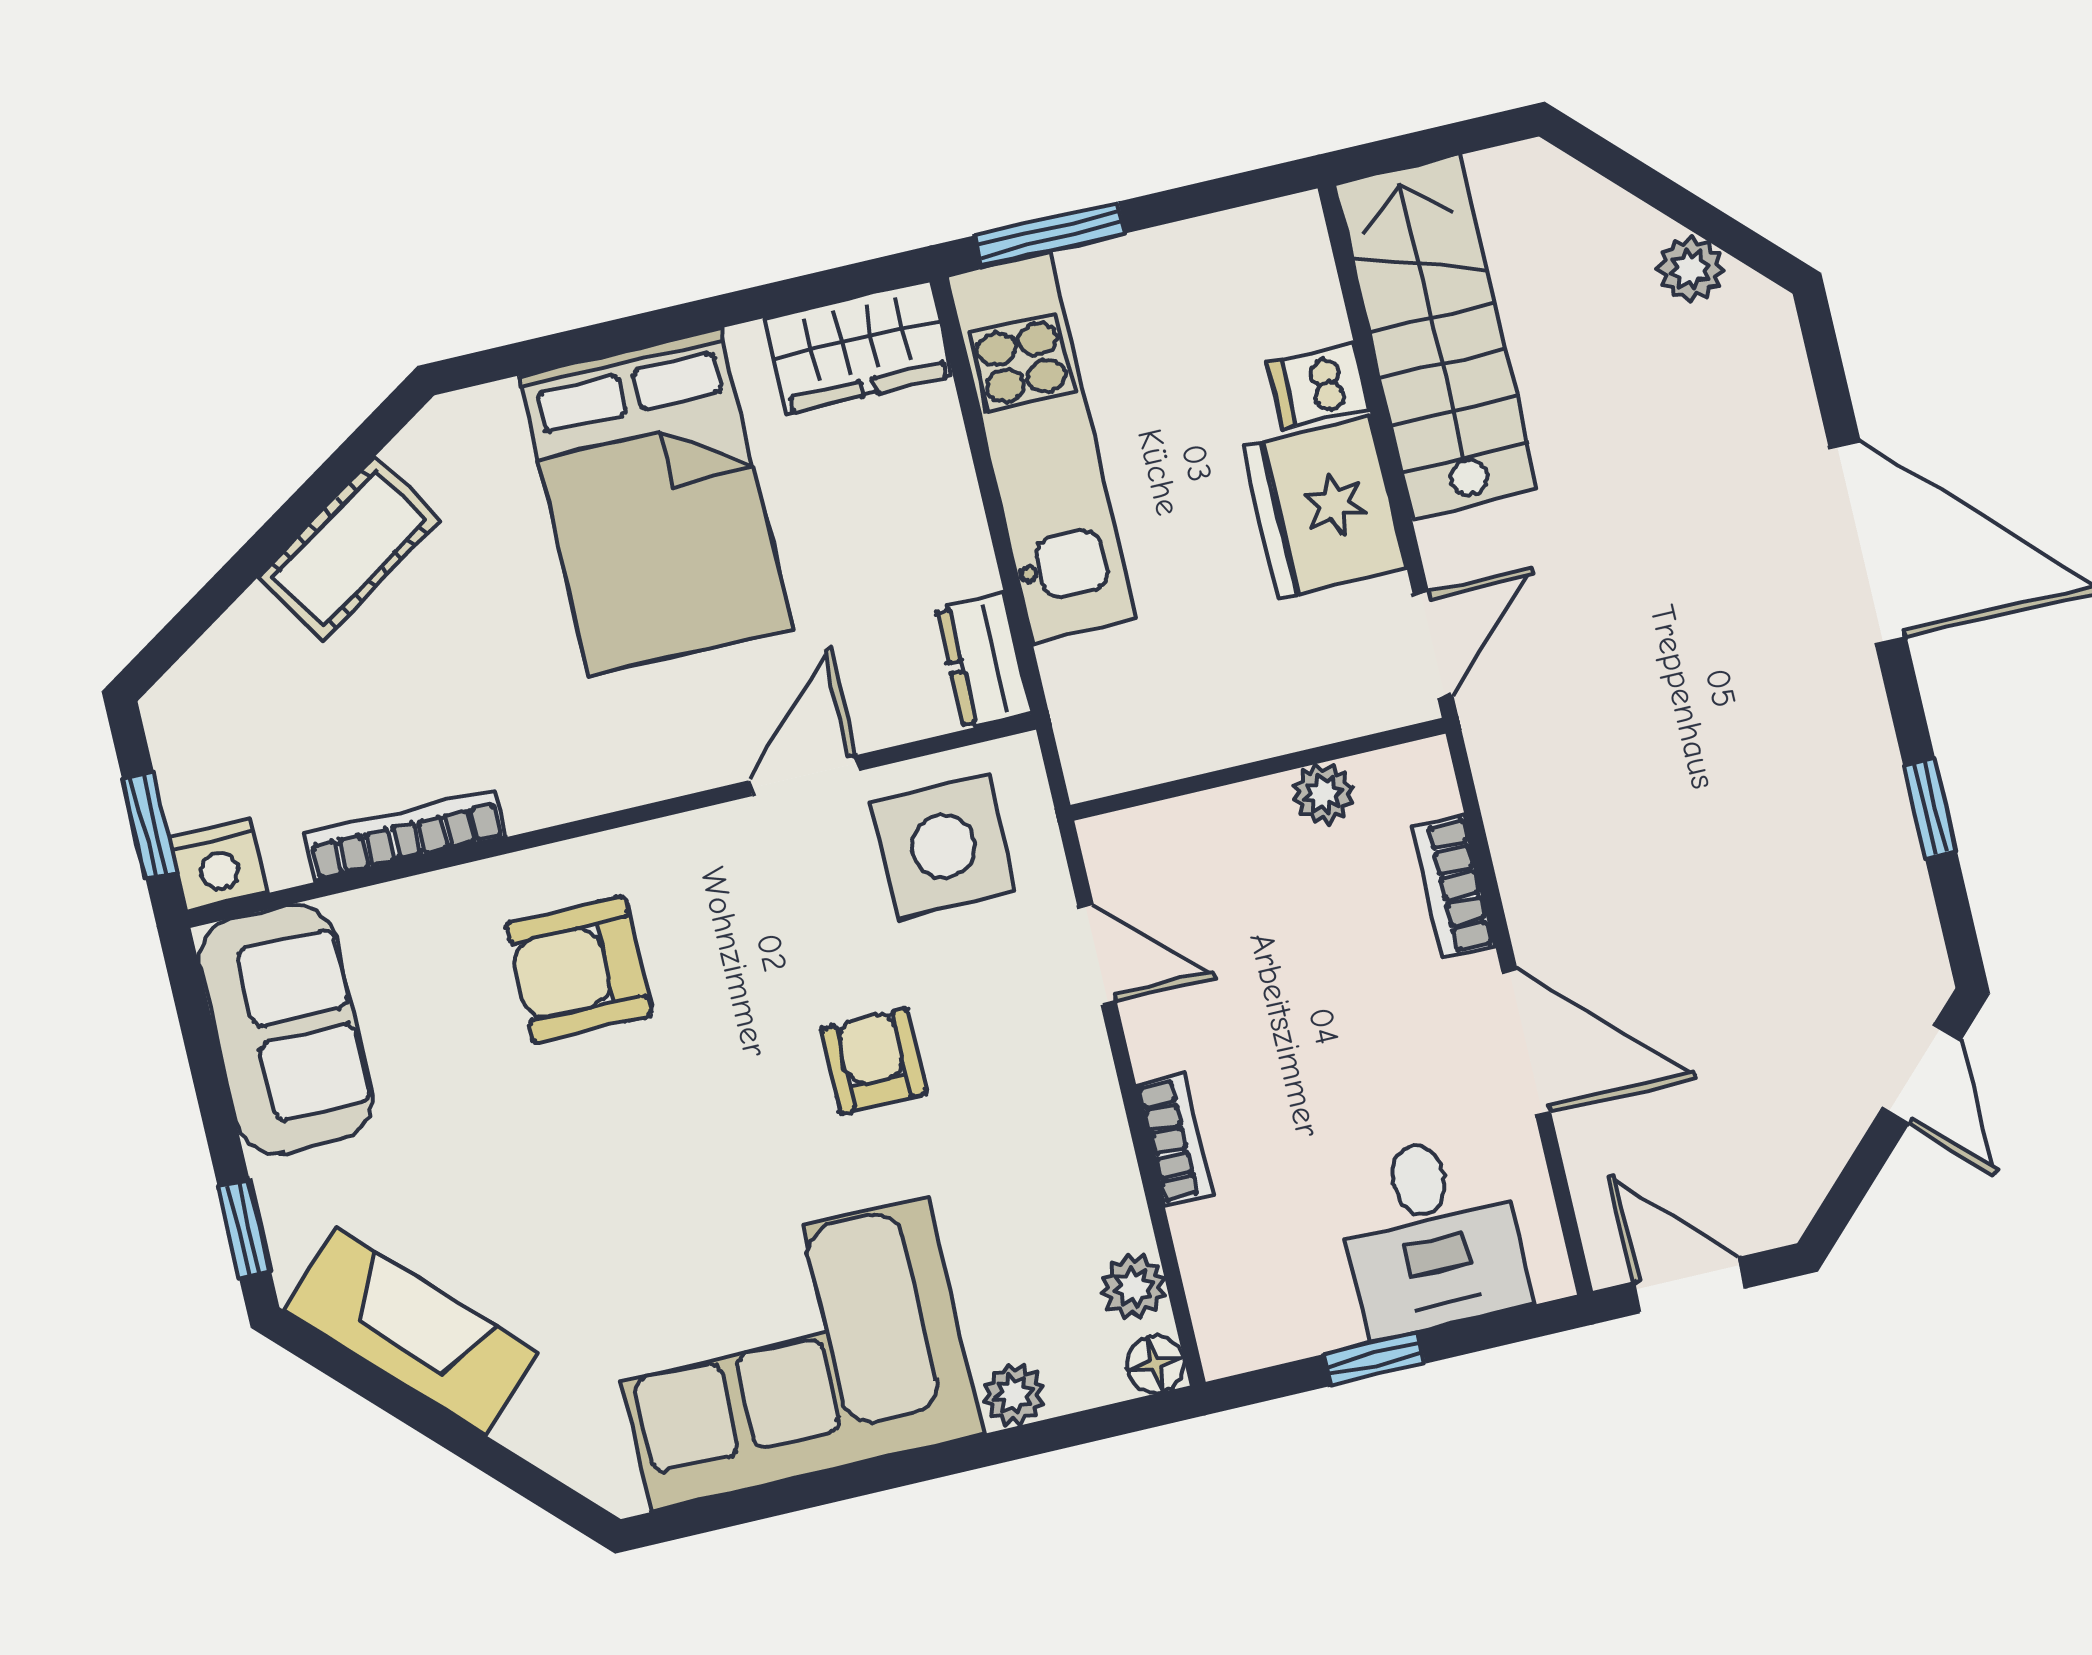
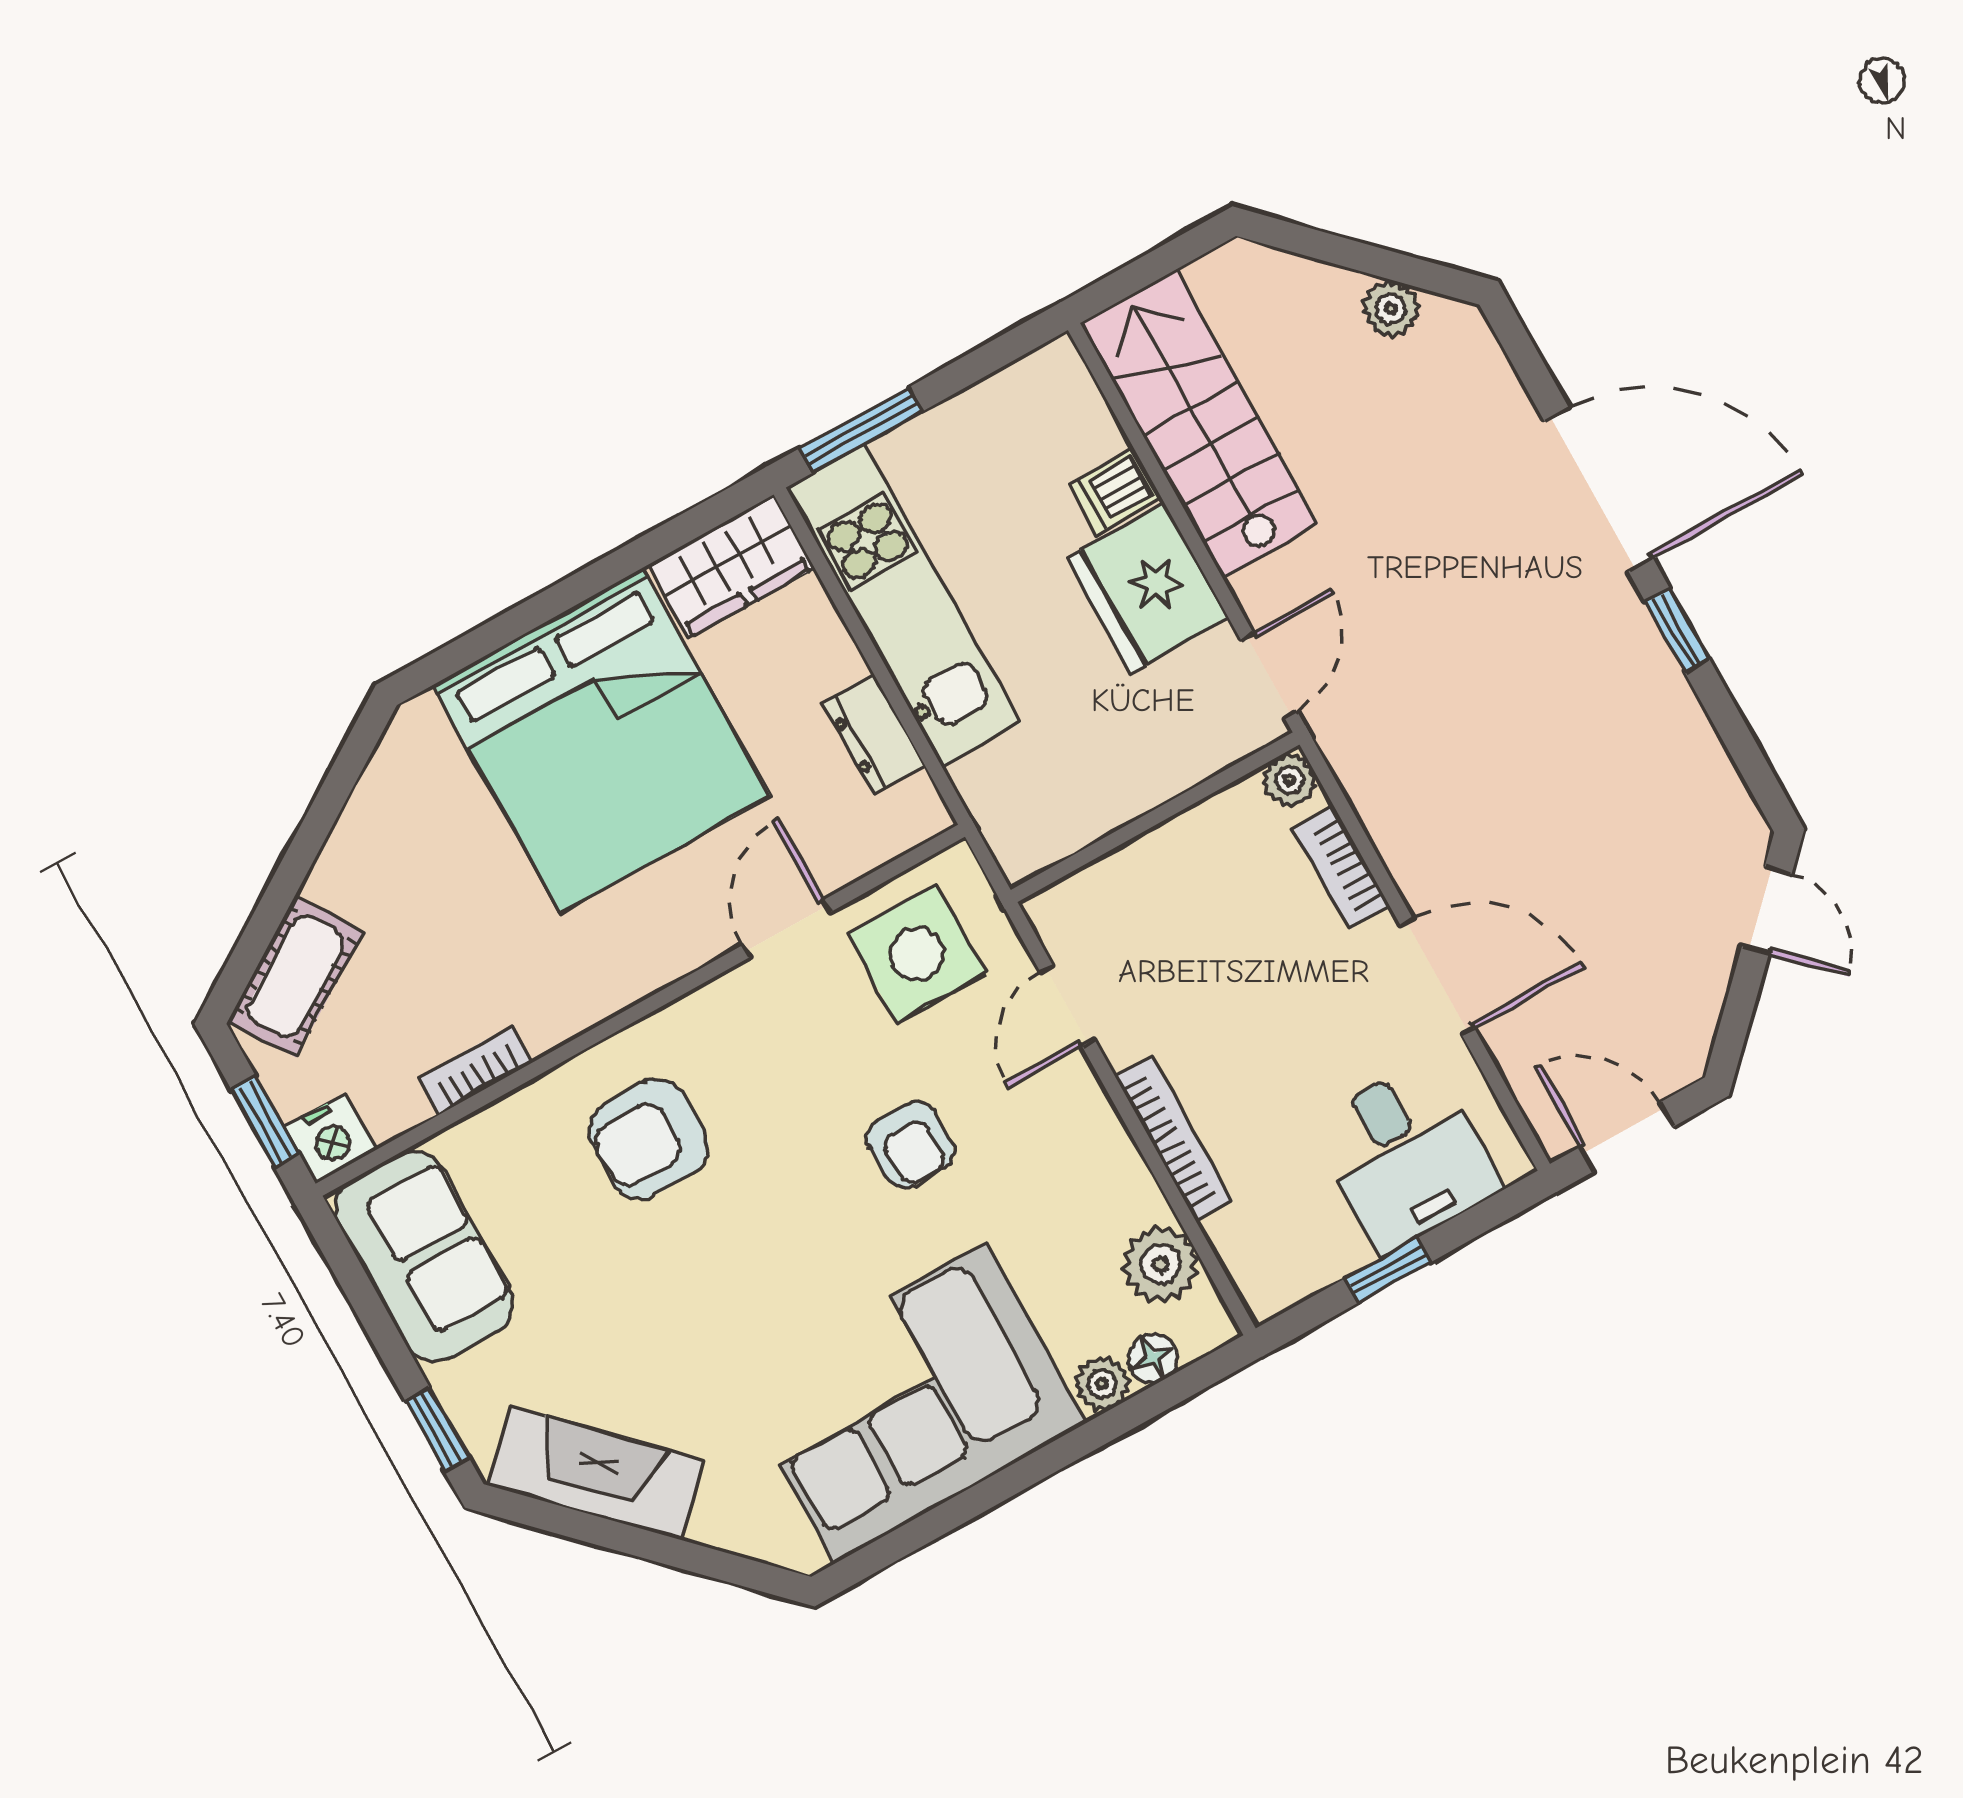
bed: (655, 502) -> (601, 740), width x1.36
cot: (349, 549) -> (295, 976), moved
dresser: (984, 661) -> (873, 734), moved
plant: (1323, 794) -> (1289, 780), moved
window: (1930, 809) -> (1677, 631), moved
bookcase: (405, 835) -> (476, 1070), width x0.64
door: (1097, 954) -> (1067, 1006), swing flipped
armchair: (874, 1061) -> (910, 1145), turned 180
bookcase: (1175, 1140) -> (1174, 1139), width x1.56
plant: (1133, 1287) -> (1161, 1264), width x1.38, depth x1.38
floor lamp: (1155, 1364) -> (1153, 1358), moved

